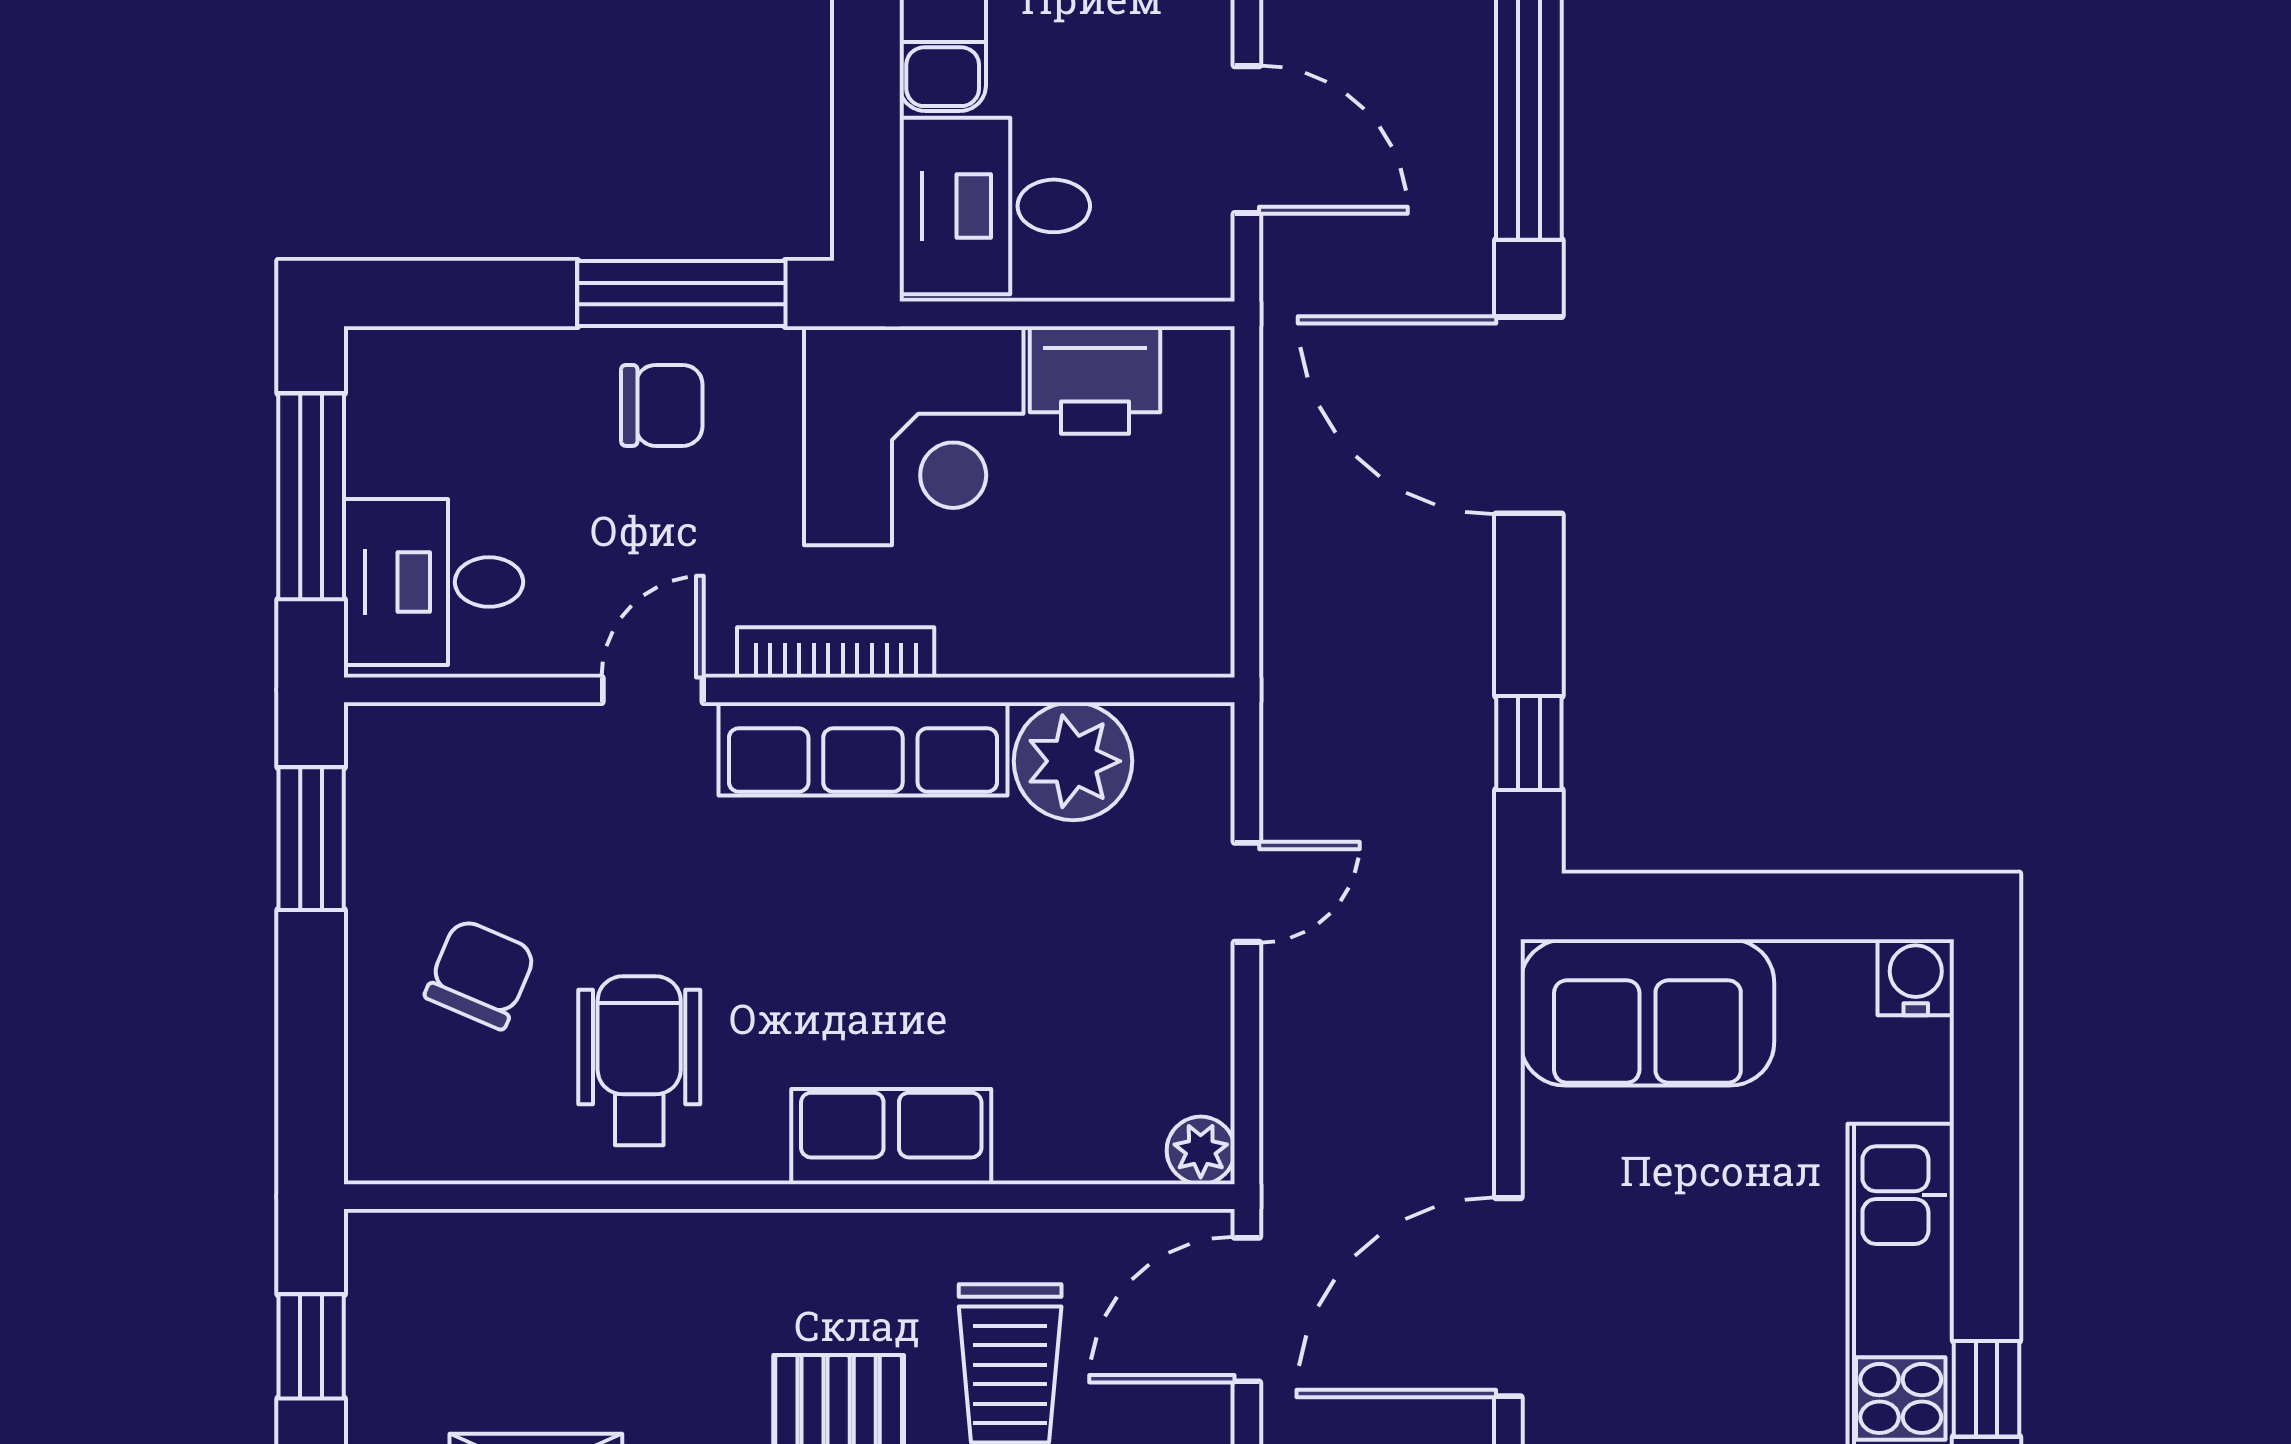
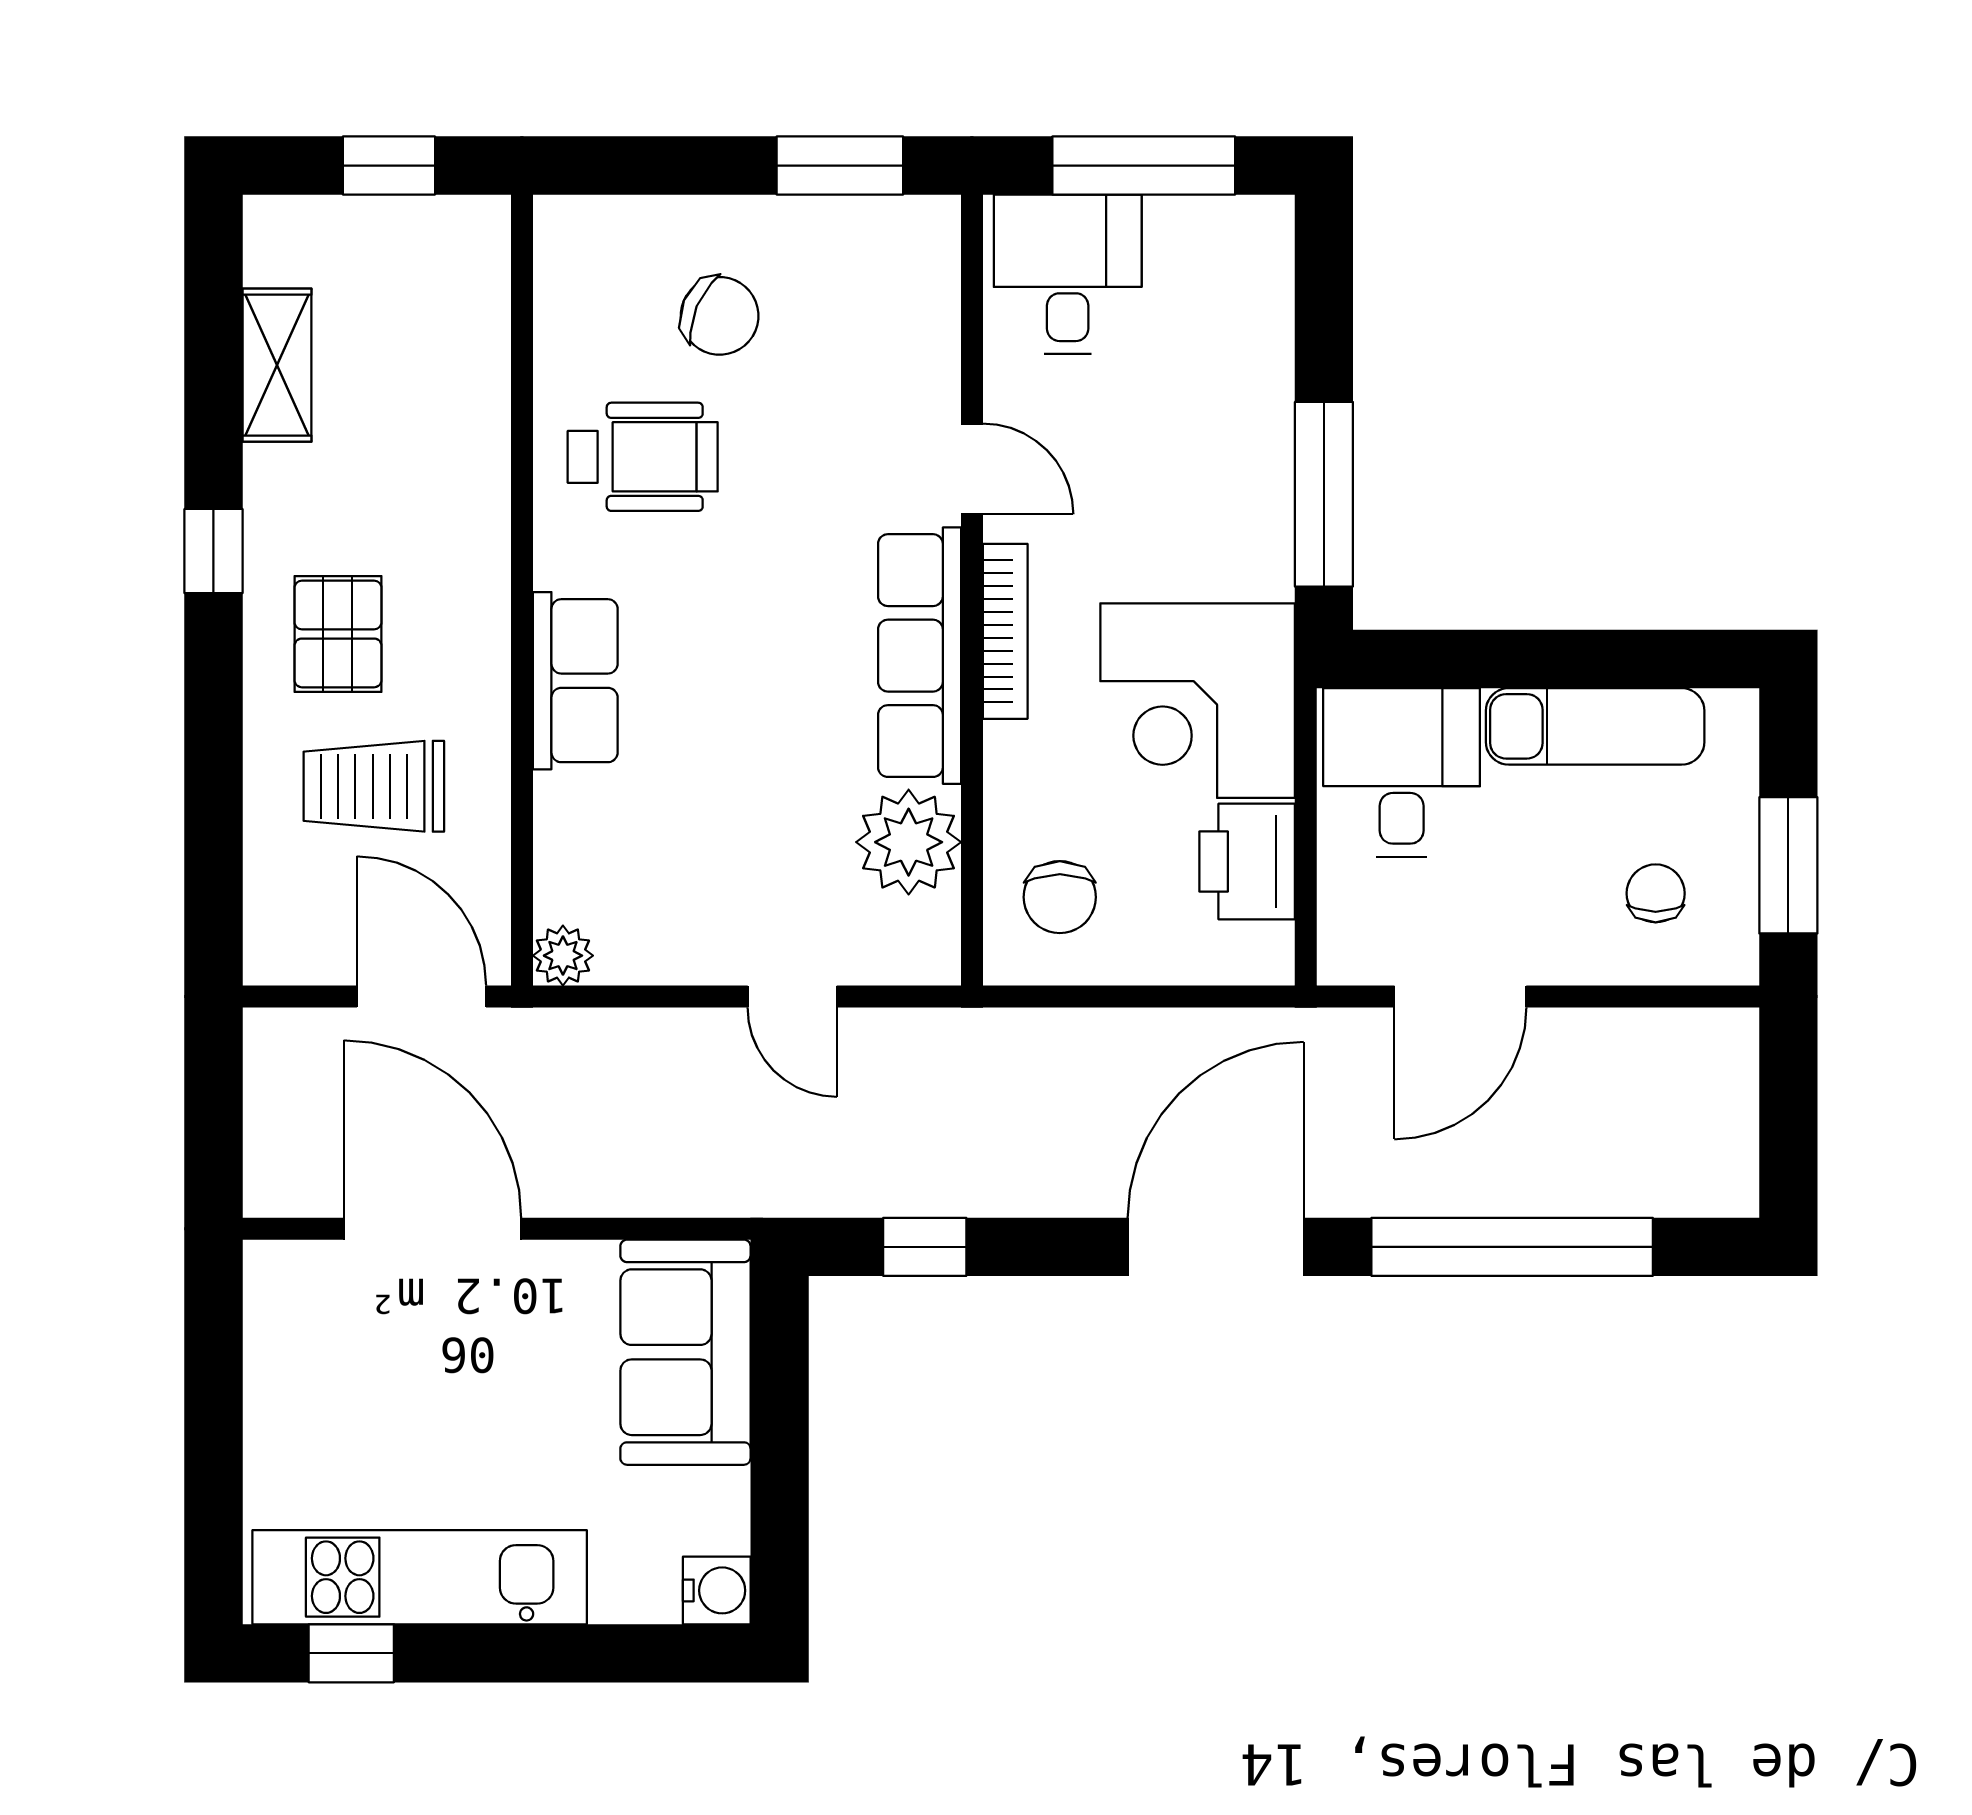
chair: (662, 405) -> (1060, 897), moved

